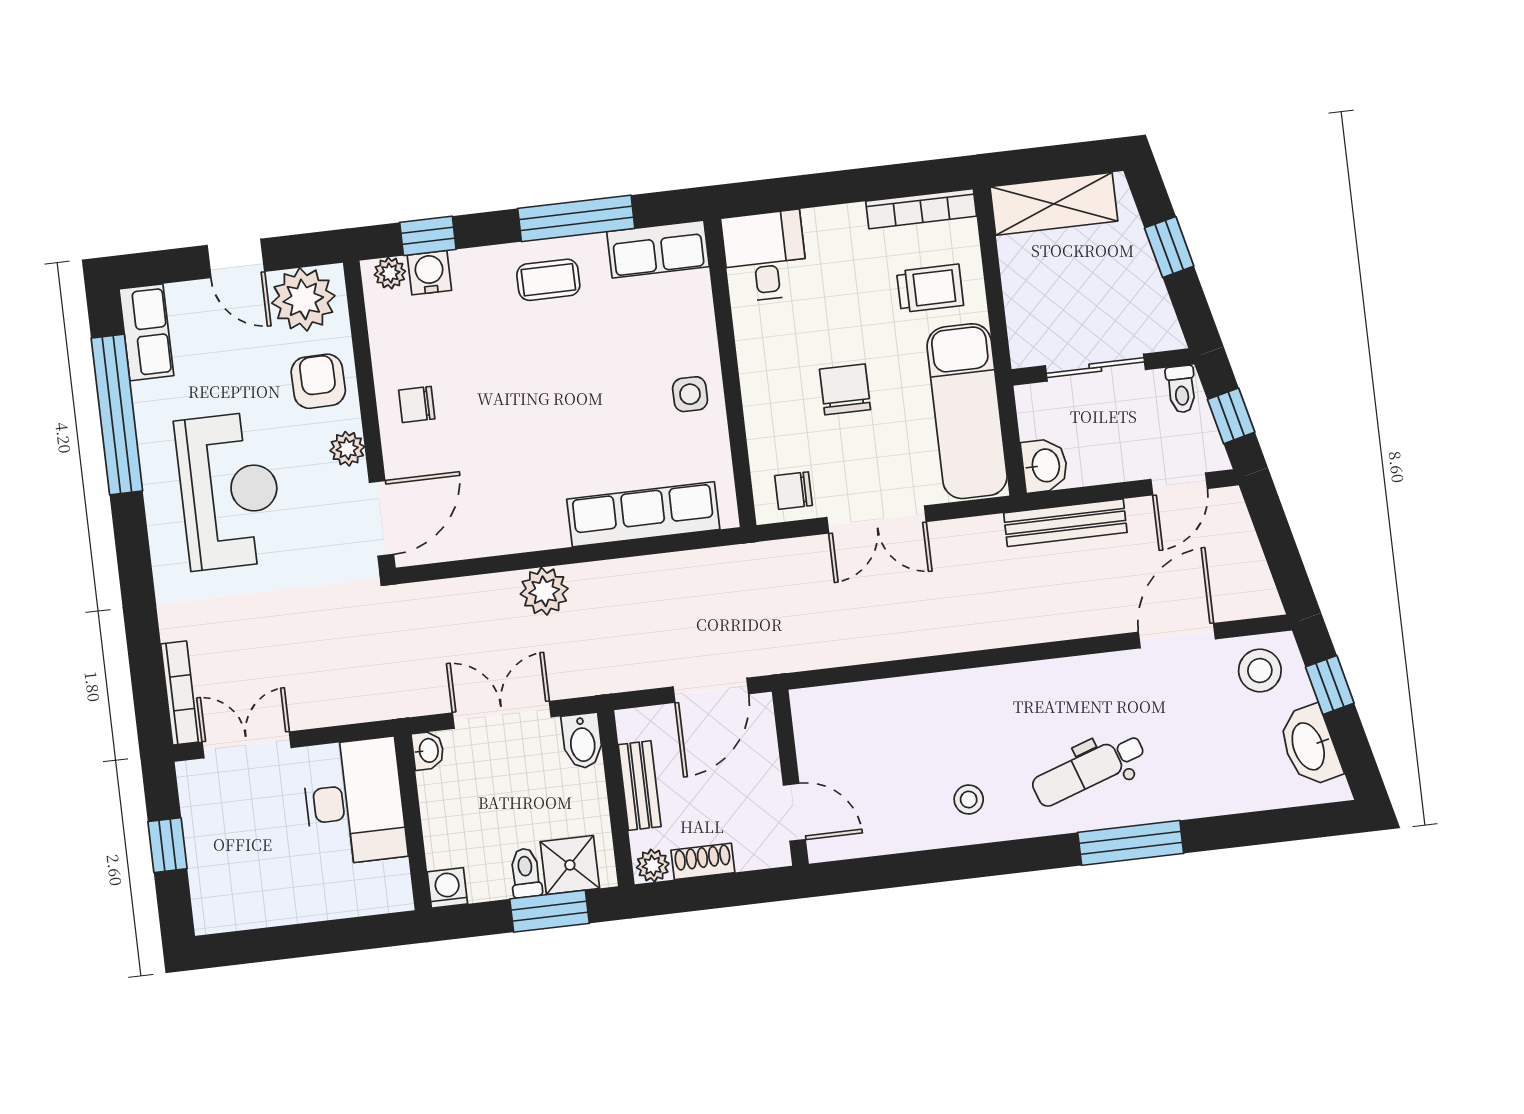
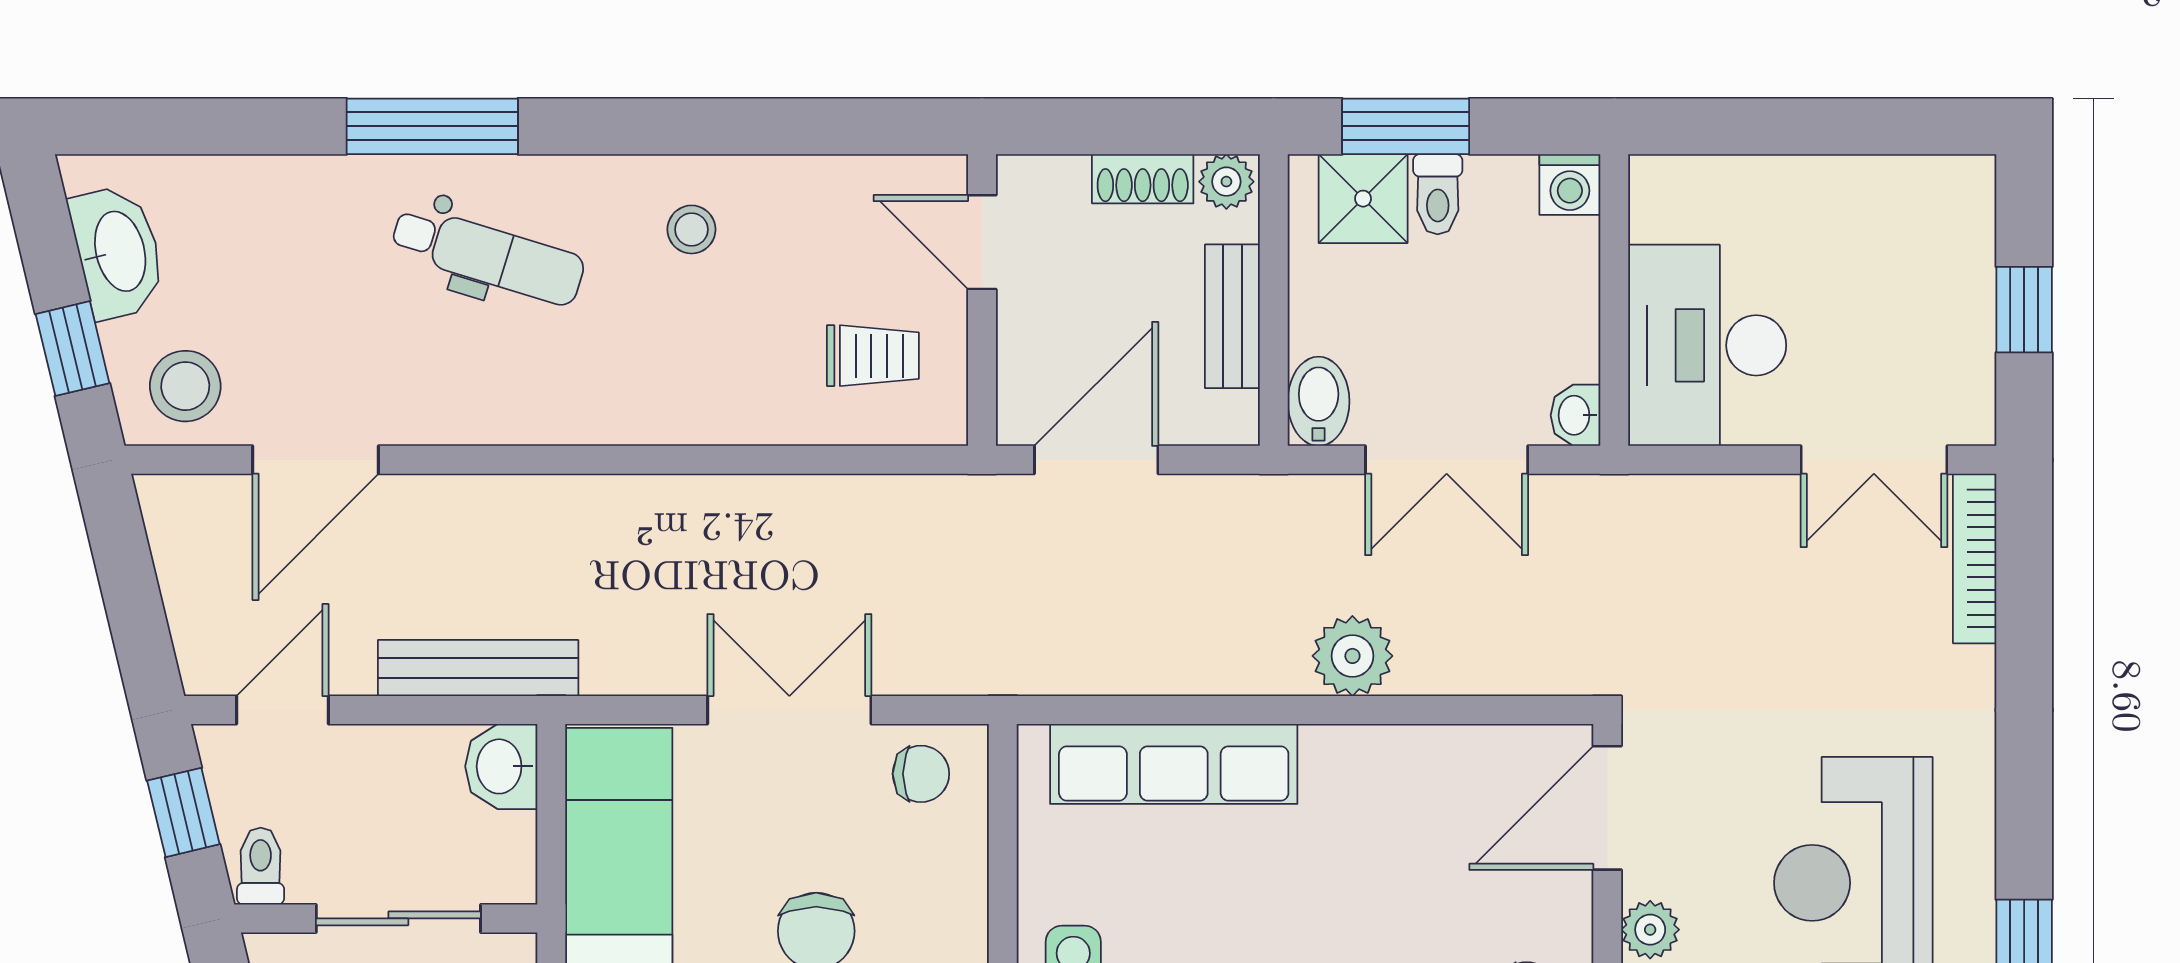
trolley: (852, 737) -> (873, 356), added
dental chair: (1089, 770) -> (488, 255), turned 36

